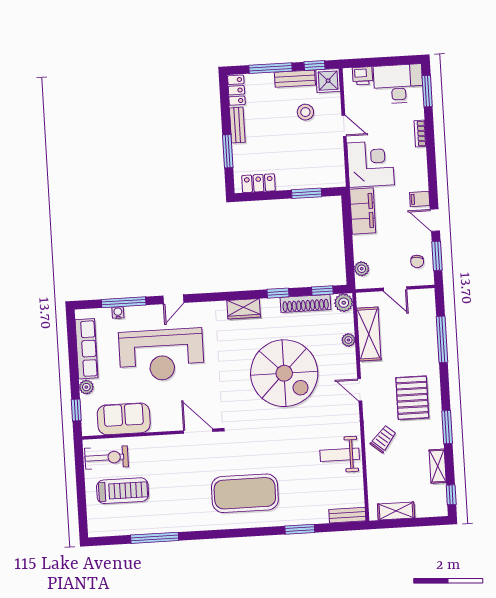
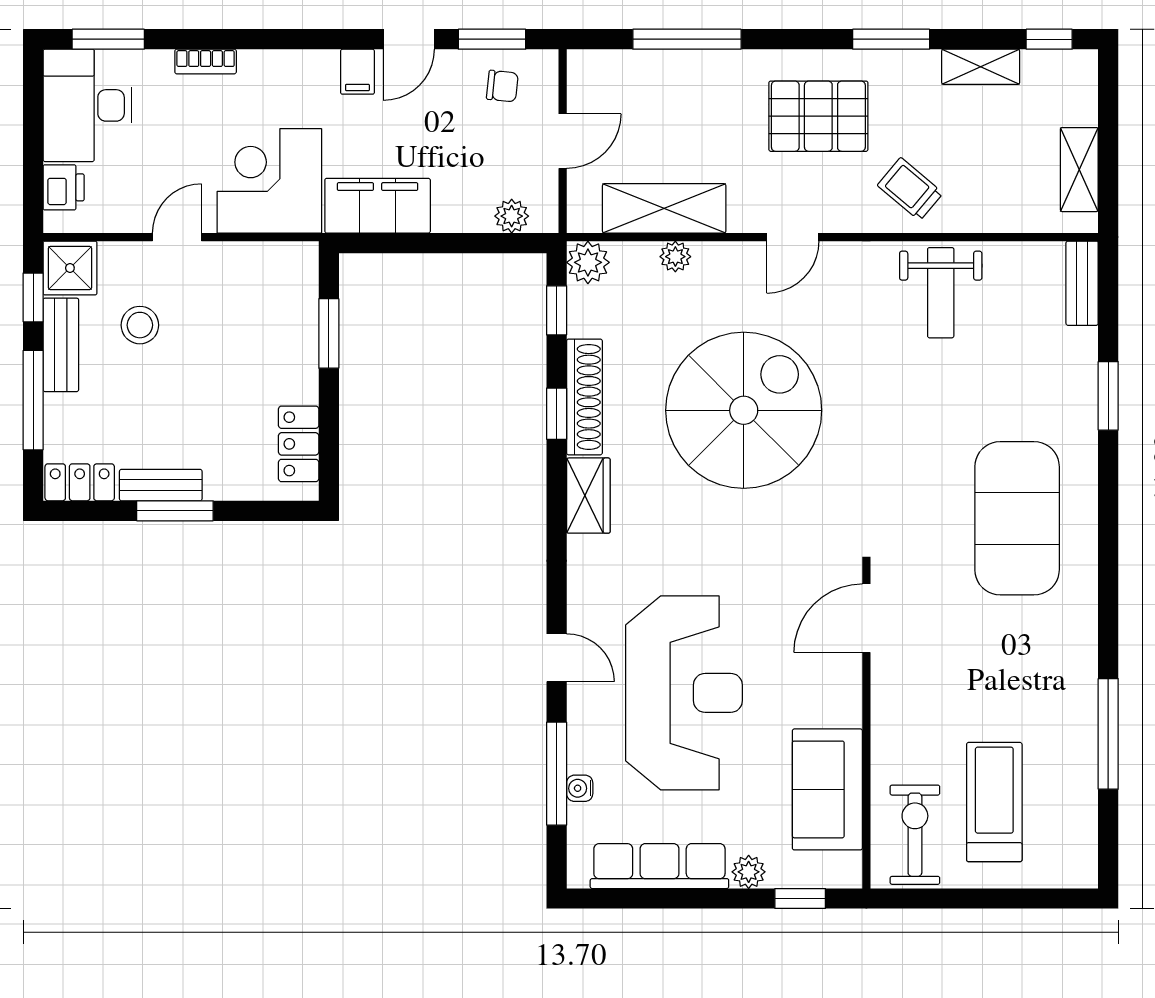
window: (228, 151) -> (175, 511), moved
shoe rack: (306, 303) -> (584, 397), moved

